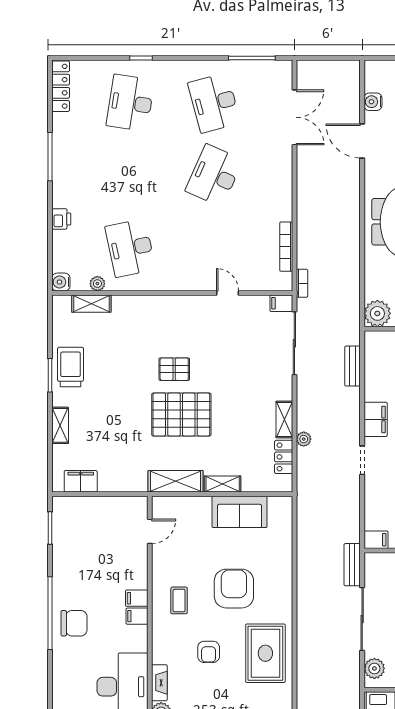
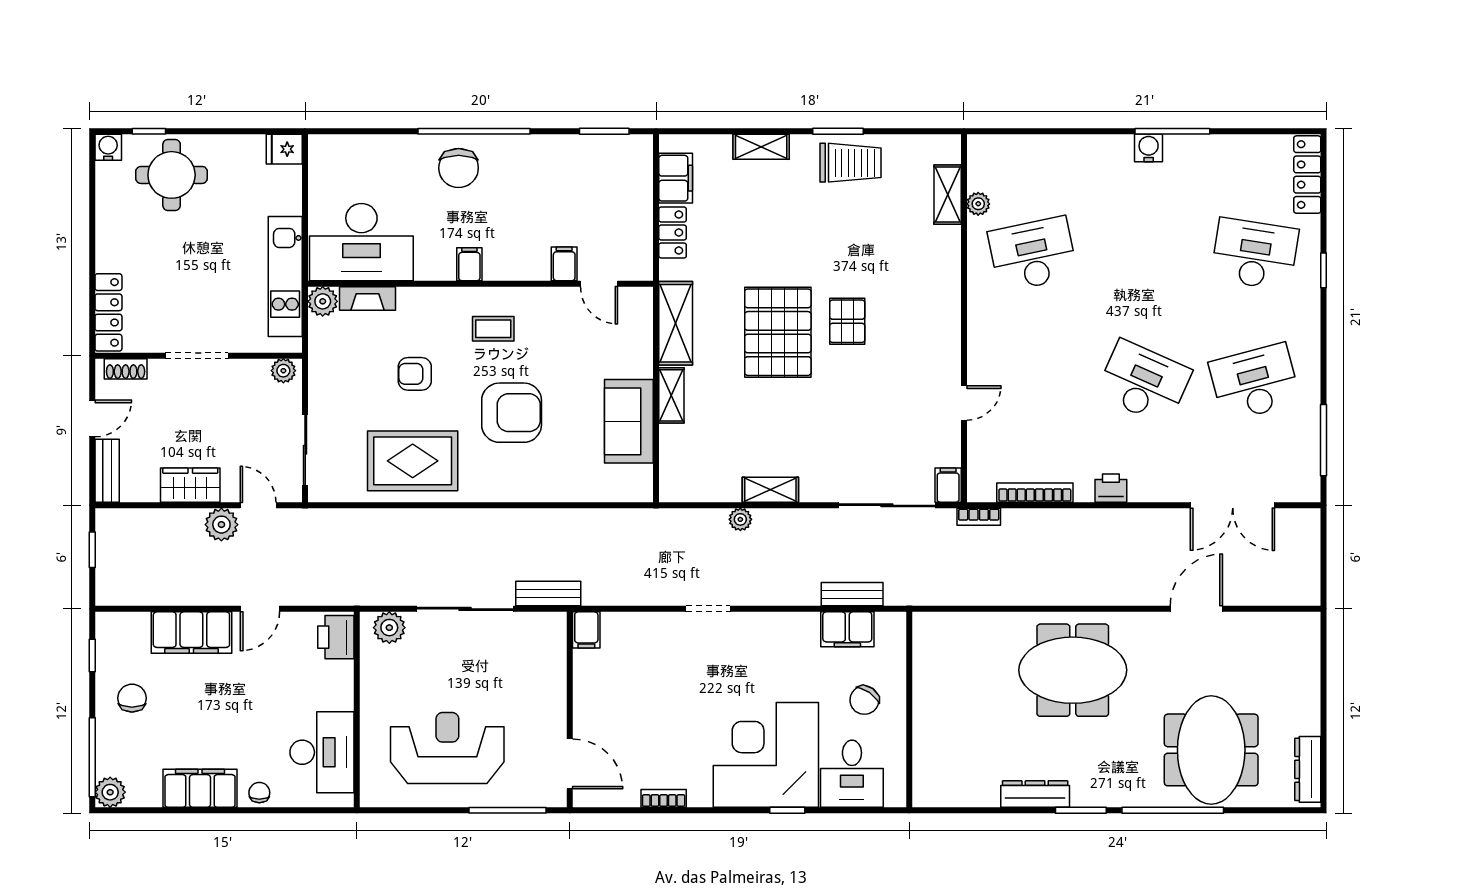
locker: (61, 86) -> (1307, 175), moved, turned 90
water cooler: (373, 102) -> (1257, 625), removed
printer: (61, 219) -> (1111, 488), moved, turned 180
water cooler: (61, 282) -> (1149, 148), moved
plant: (377, 313) -> (933, 632), removed
filing cabinet: (376, 419) -> (847, 629), moved
locker: (284, 457) -> (673, 233), moved, turned 90
filing cabinet: (137, 598) -> (564, 264), moved

